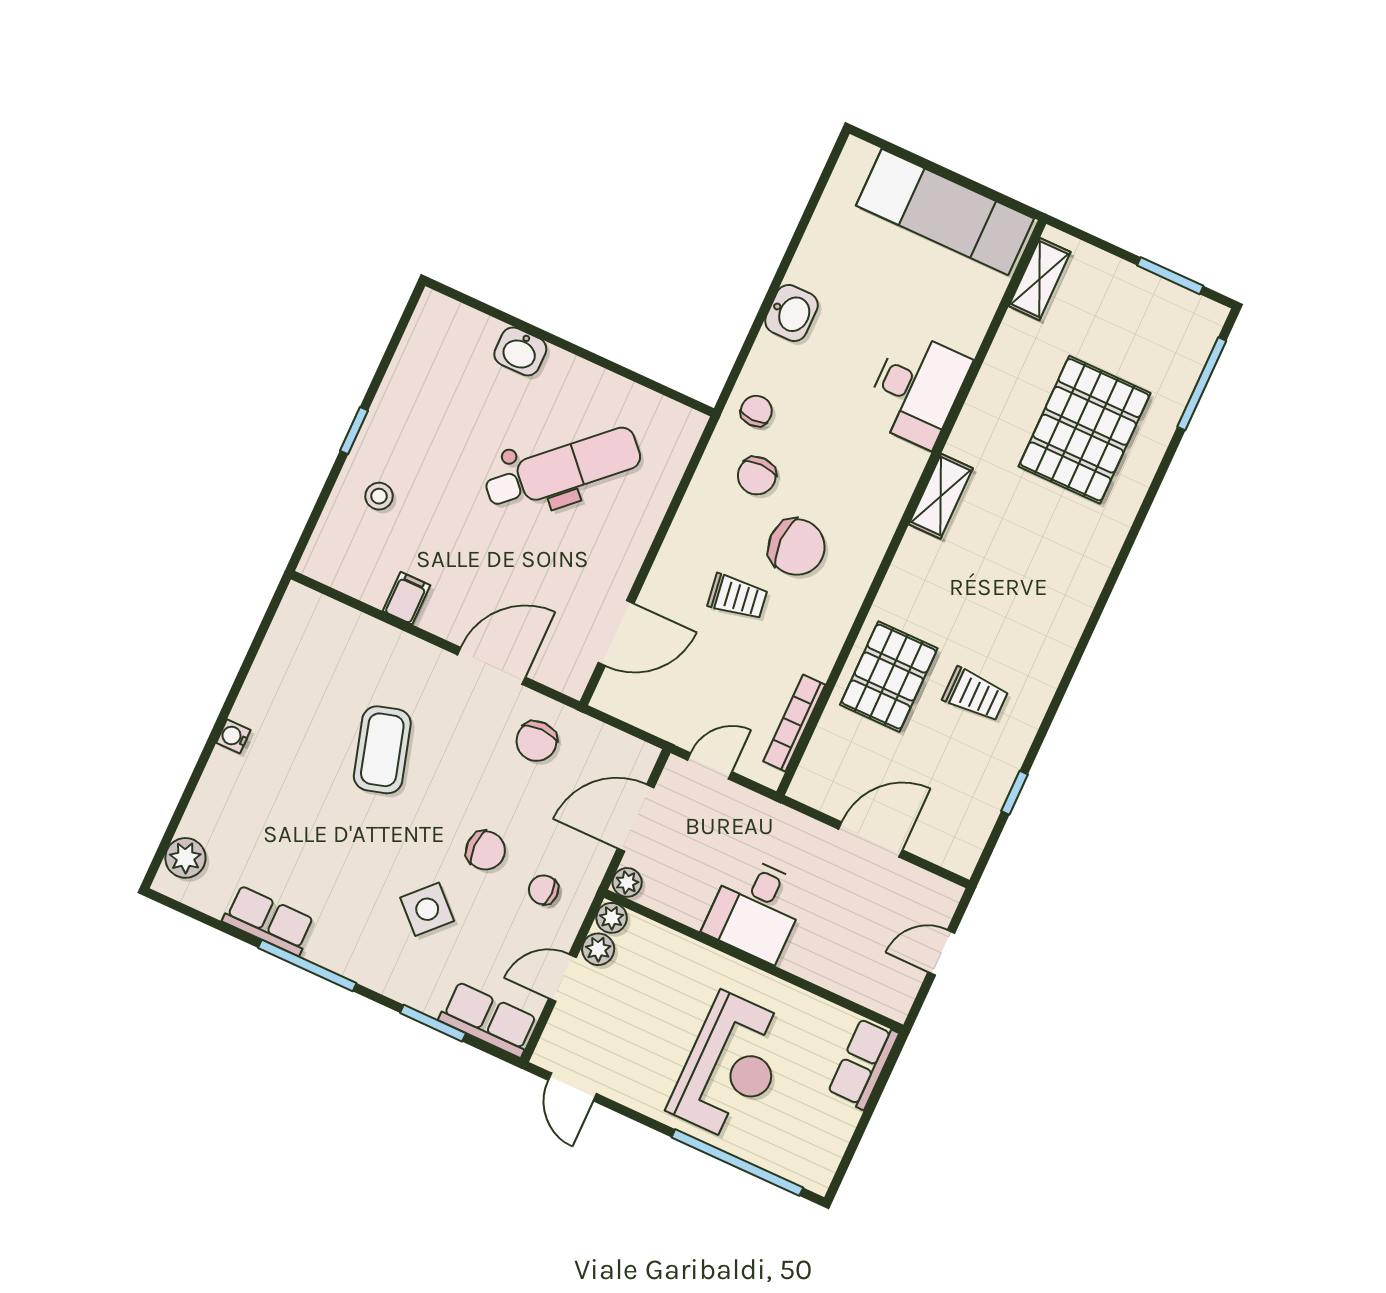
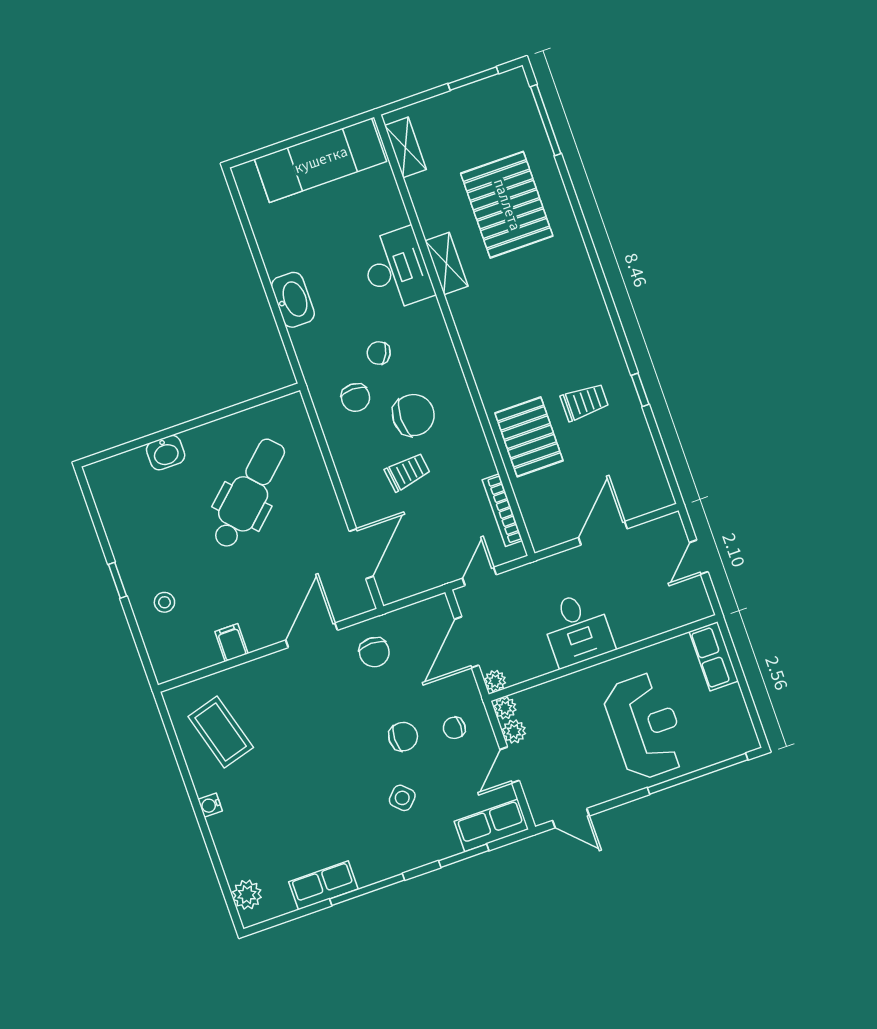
washbasin: (791, 313) -> (293, 300), width x1.38
chair: (756, 411) -> (379, 353), moved, turned -64
shelving: (941, 496) -> (447, 264), moved
coffee table: (382, 750) -> (221, 732), moved
window: (1014, 793) -> (640, 390), moved
side table: (427, 909) -> (402, 798), width x0.73, depth x0.73

